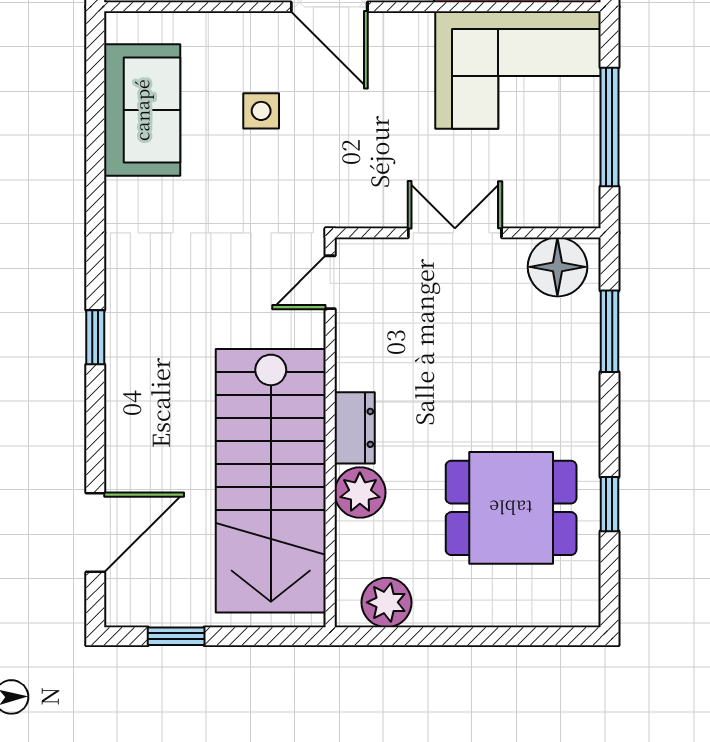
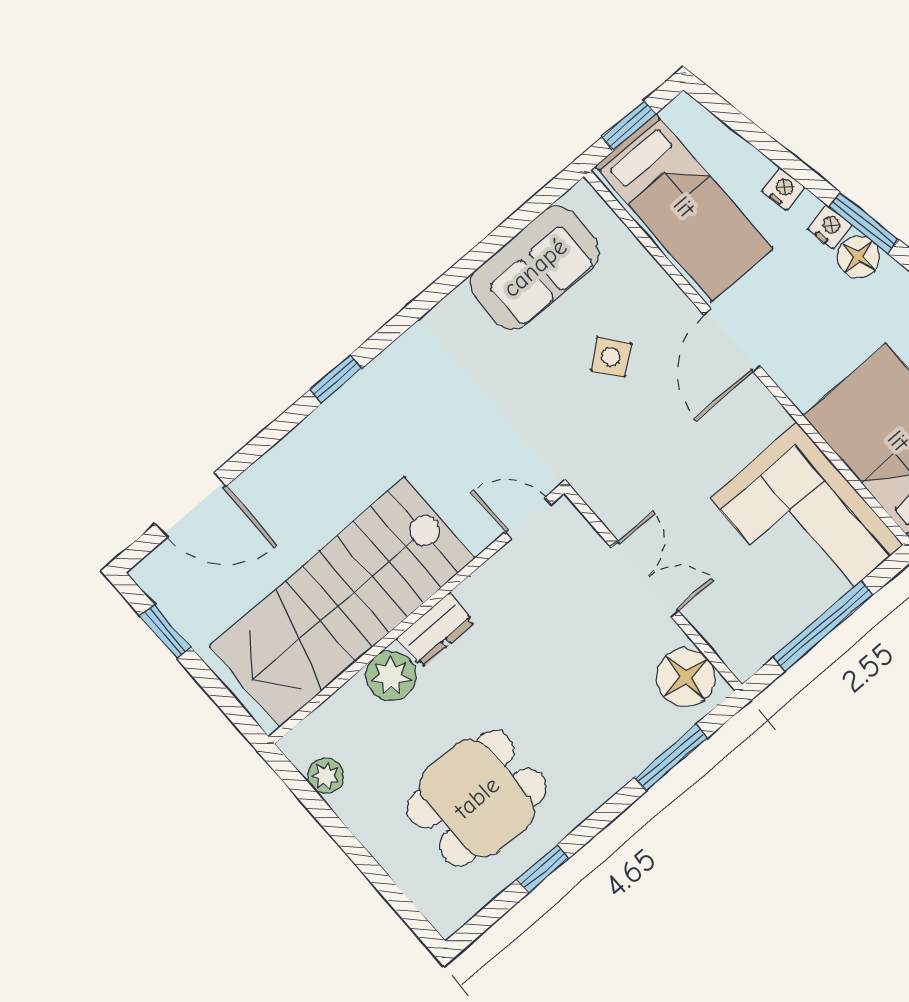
side table: (261, 111) -> (611, 357), turned -38
dining table: (511, 508) -> (477, 798), turned 90
plant: (387, 602) -> (326, 776), width x0.73, depth x0.73

